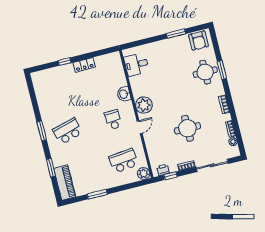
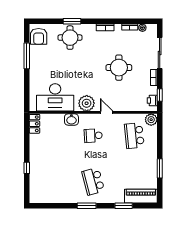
window: (176, 34) -> (27, 56), width x1.44
armchair: (199, 40) -> (39, 36), turned 90
desk: (136, 64) -> (55, 97), width x1.87, depth x1.30
locker: (84, 65) -> (34, 124), moved

